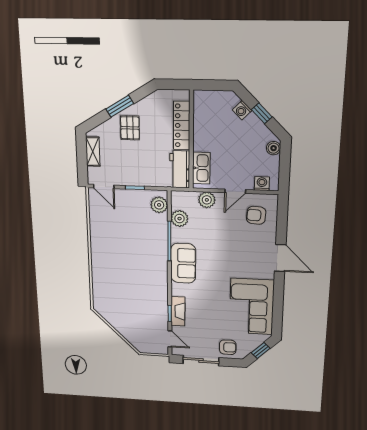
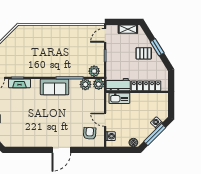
window: (262, 113) -> (155, 135), width x2.17
plant: (207, 200) -> (99, 84), moved
corner sofa: (252, 307) -> (26, 133), removed

